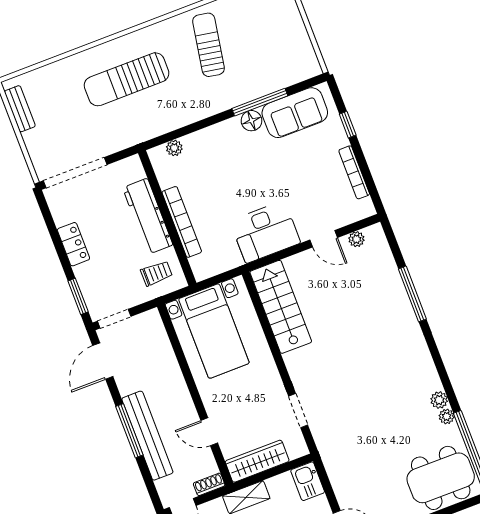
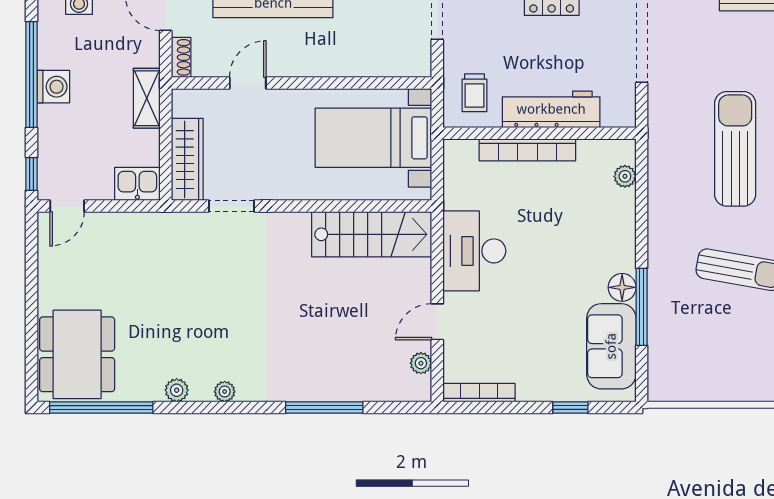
bookcase: (354, 172) -> (479, 393), moved
plant: (447, 416) -> (225, 392), moved
wardrobe: (257, 461) -> (187, 159), moved

